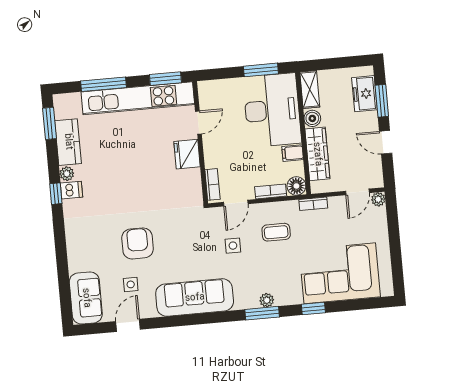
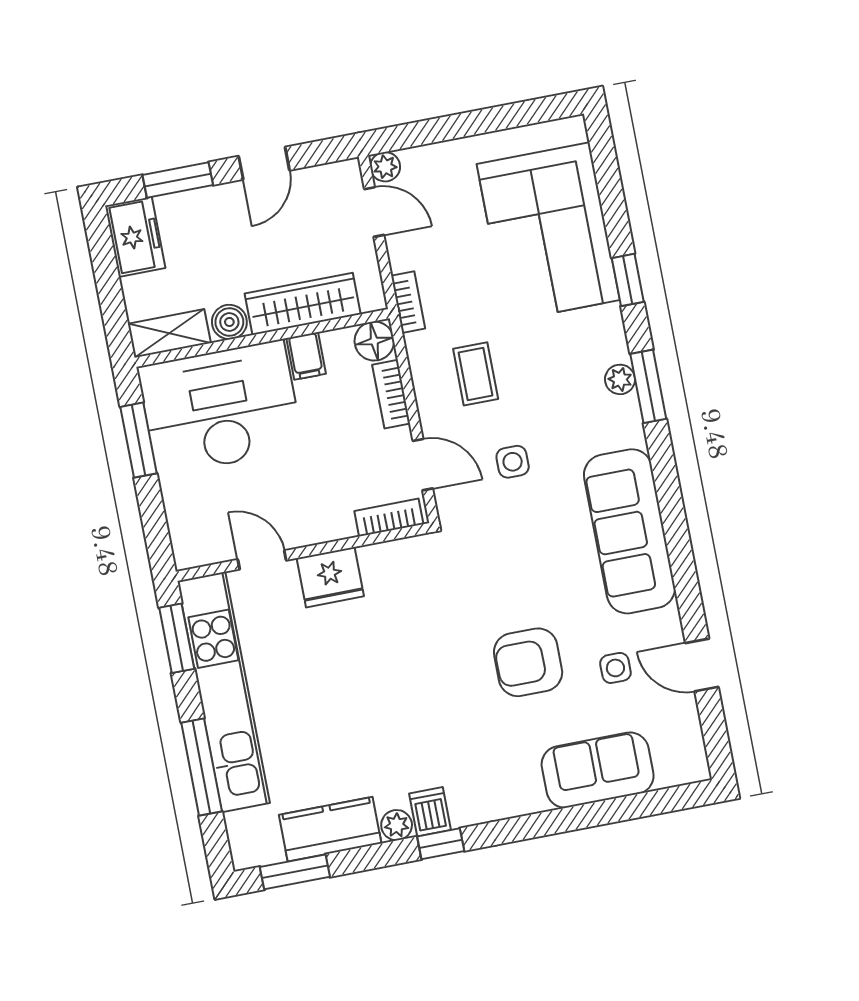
freezer: (364, 94) -> (135, 237), moved, turned -90
sofa: (86, 298) -> (598, 770), moved

